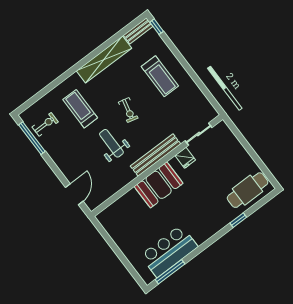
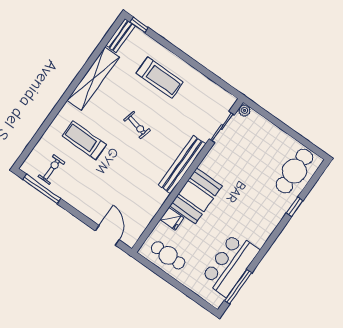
plant: (222, 126) -> (244, 110), added
weight bench: (111, 143) -> (130, 167), removed
fridge: (185, 158) -> (172, 219), moved
cafe table: (120, 227) -> (168, 255), added

